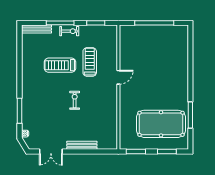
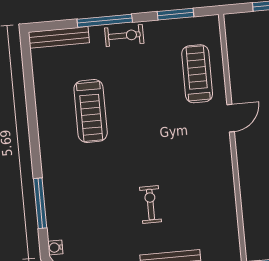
treadmill: (90, 62) -> (197, 74), moved
treadmill: (60, 65) -> (91, 111), moved, turned -90
exercise bike: (75, 100) -> (150, 204), moved

